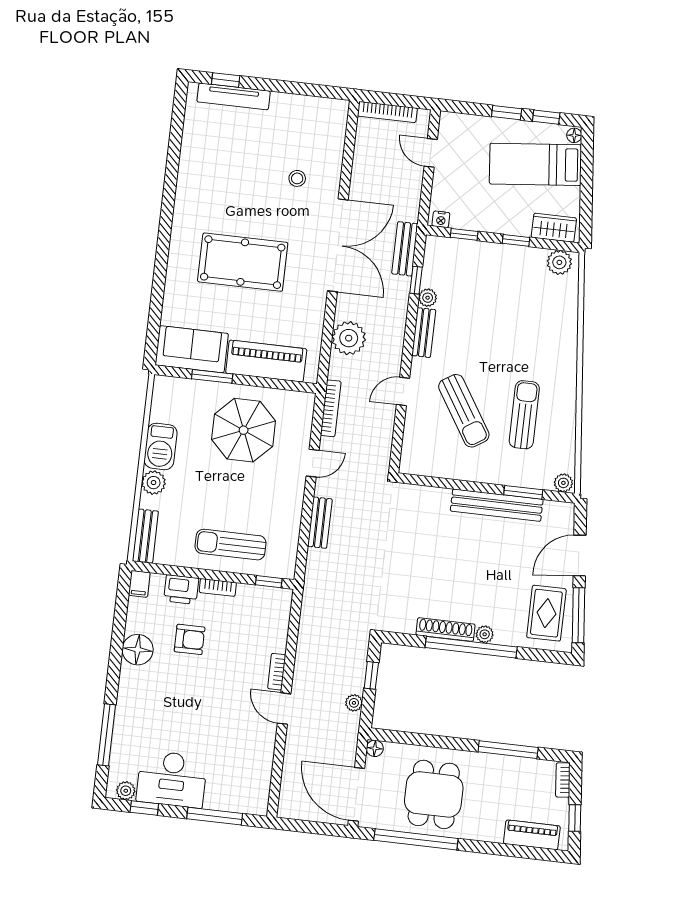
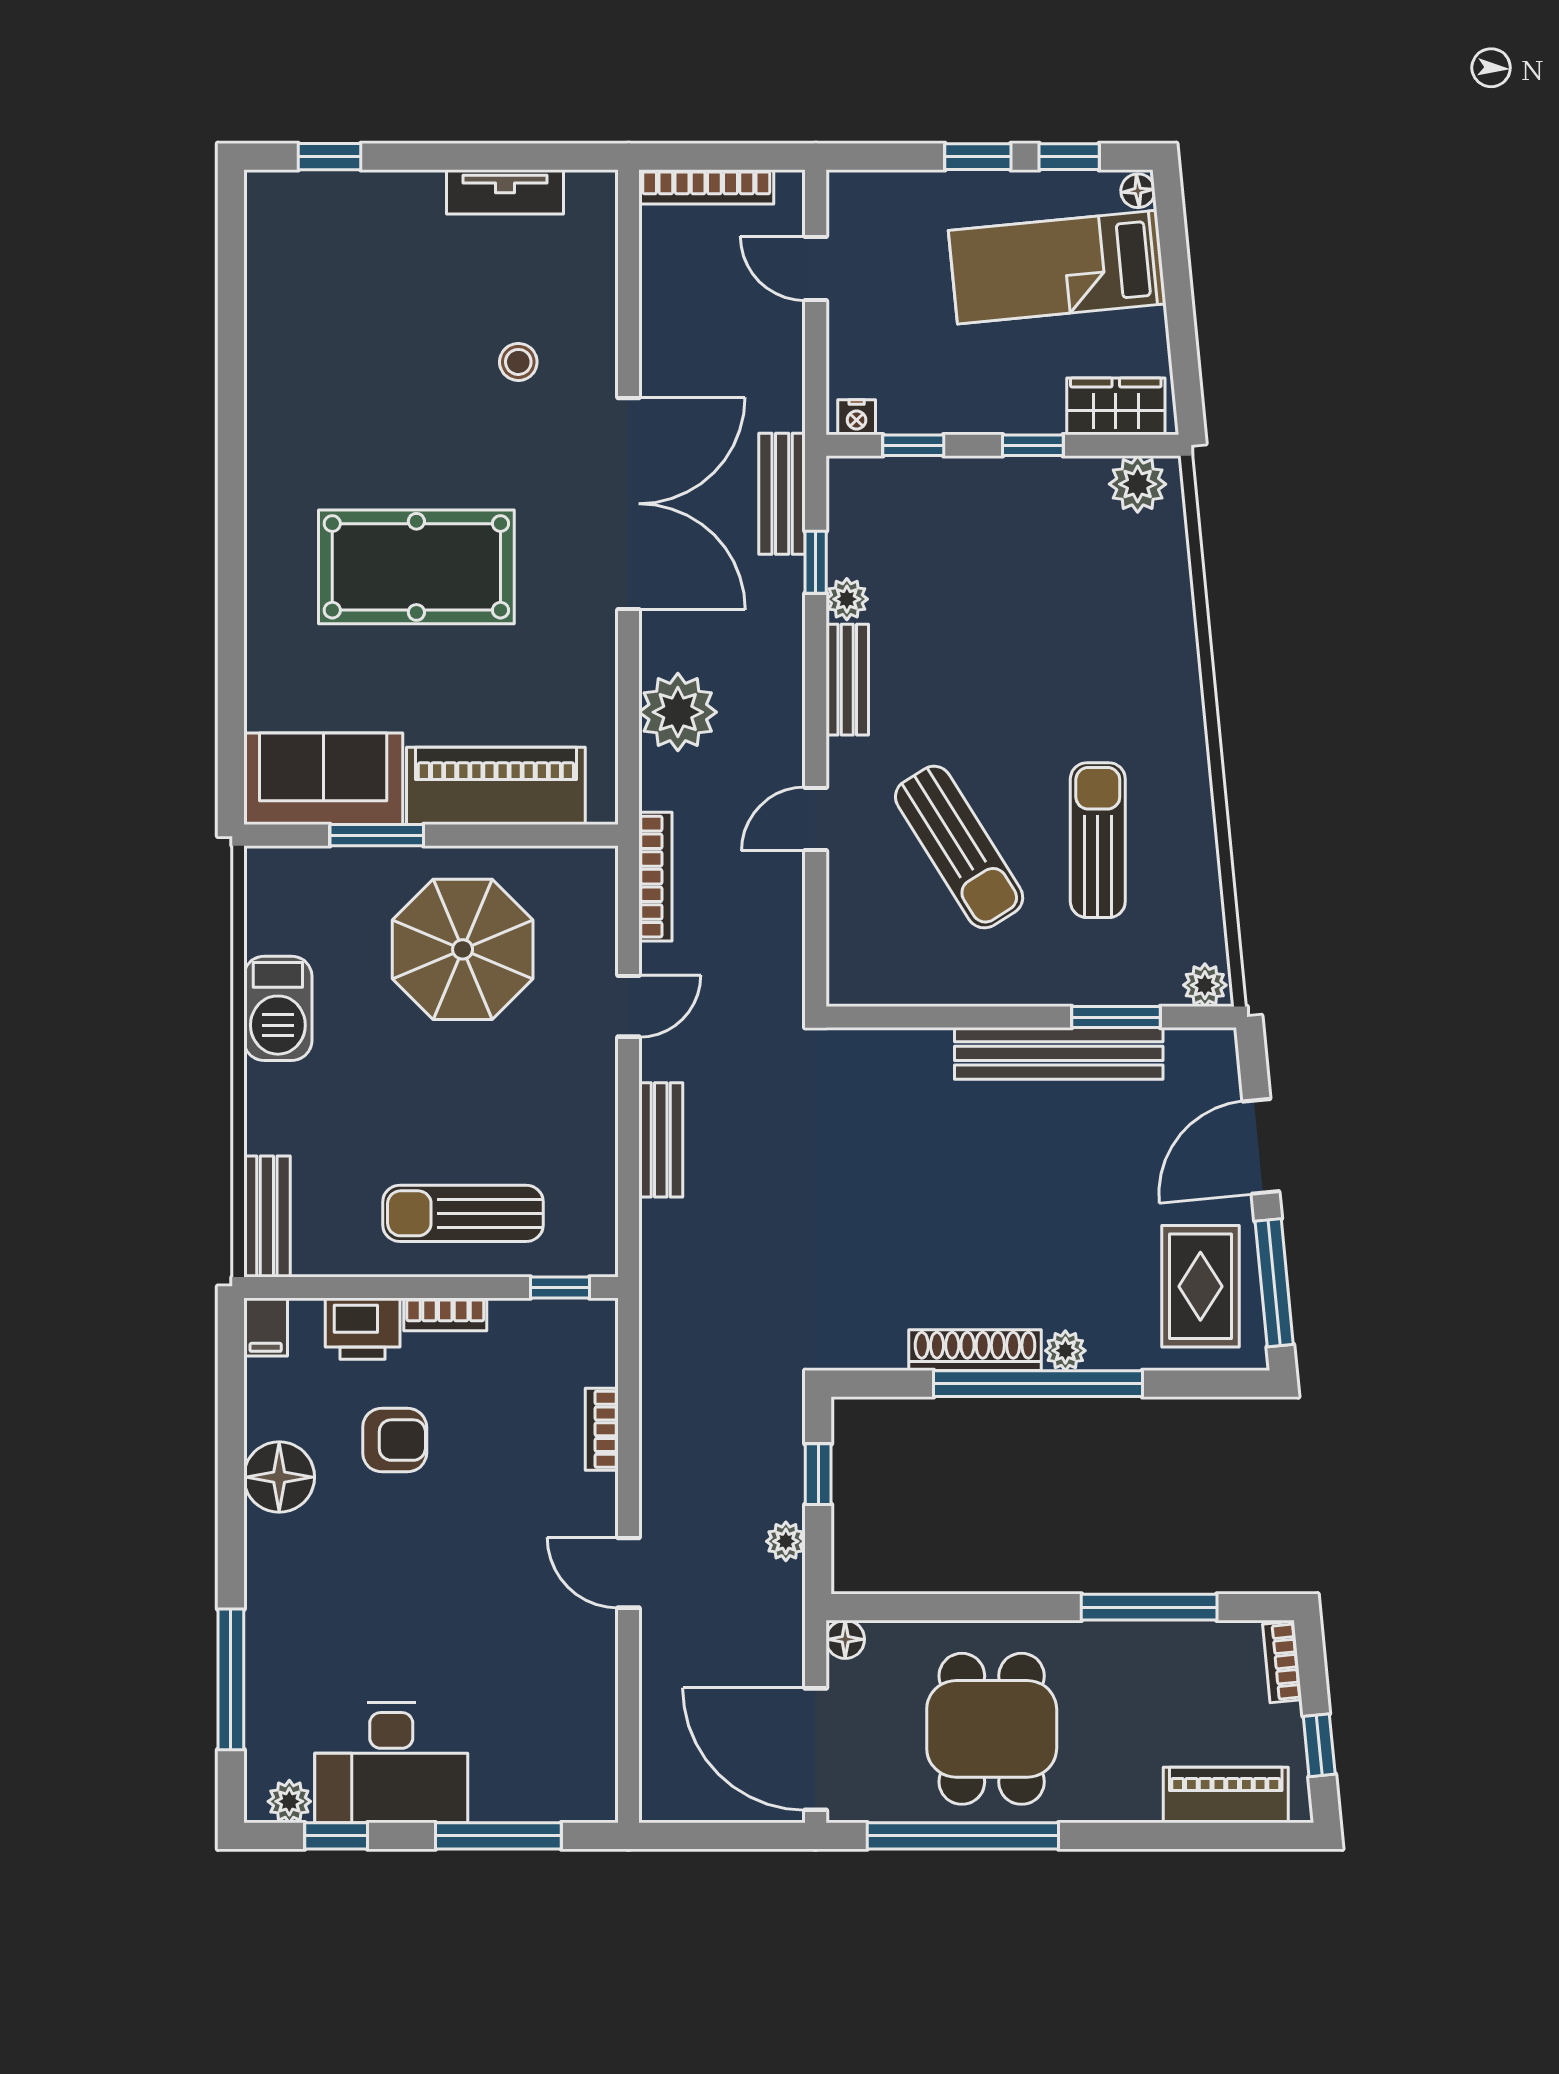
tv unit: (234, 96) -> (505, 192), moved, width x0.71
plant: (154, 483) -> (271, 1092), removed
bookcase: (277, 672) -> (602, 1429), moved

